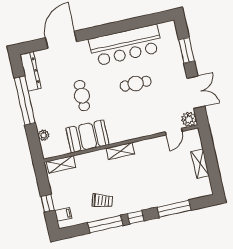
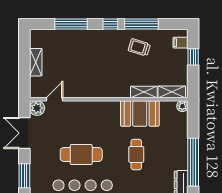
cafe table: (136, 84) -> (81, 154), width x1.37, depth x1.35
plant: (44, 135) -> (182, 106), moved
shelving: (120, 151) -> (144, 92), moved

